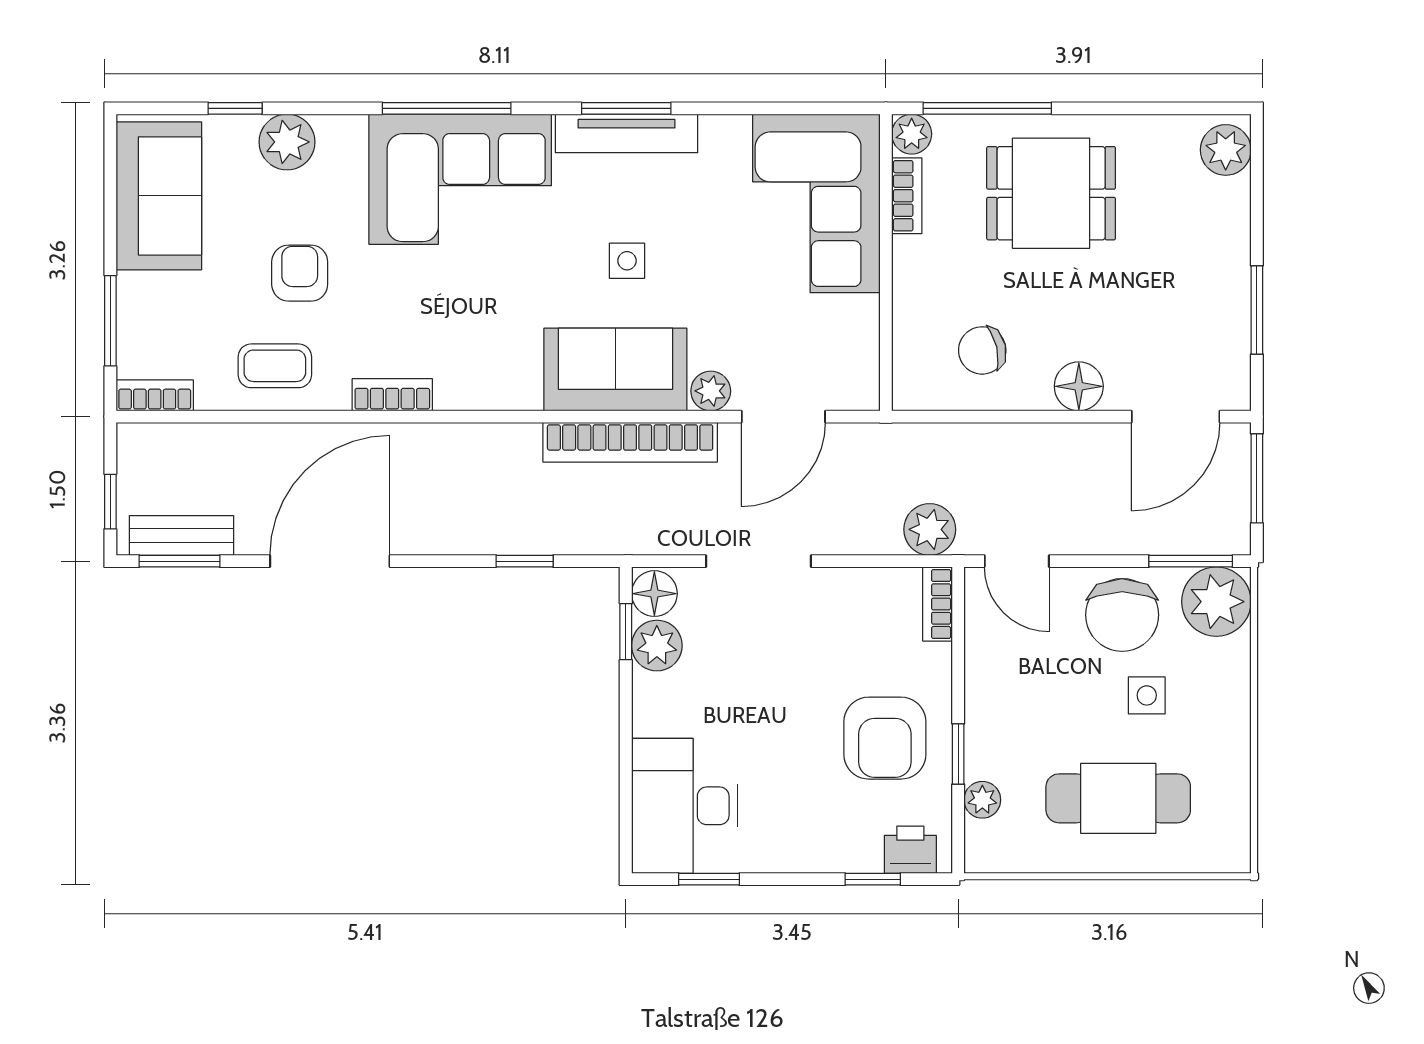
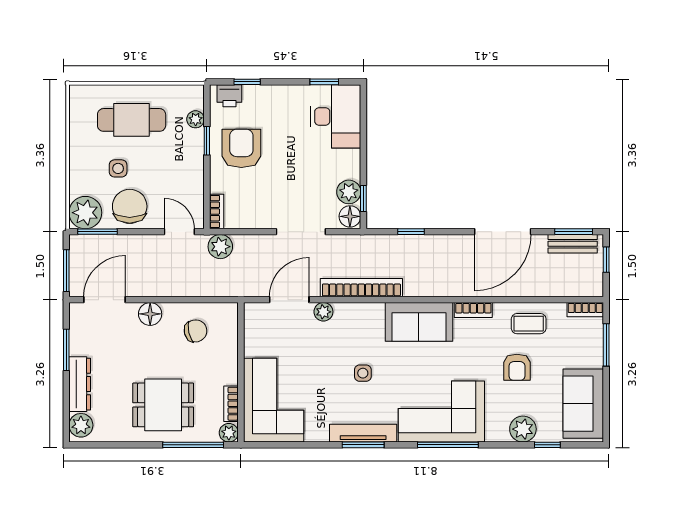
dresser: (1228, 238) -> (80, 384), added
sofa: (615, 369) -> (419, 322), moved

